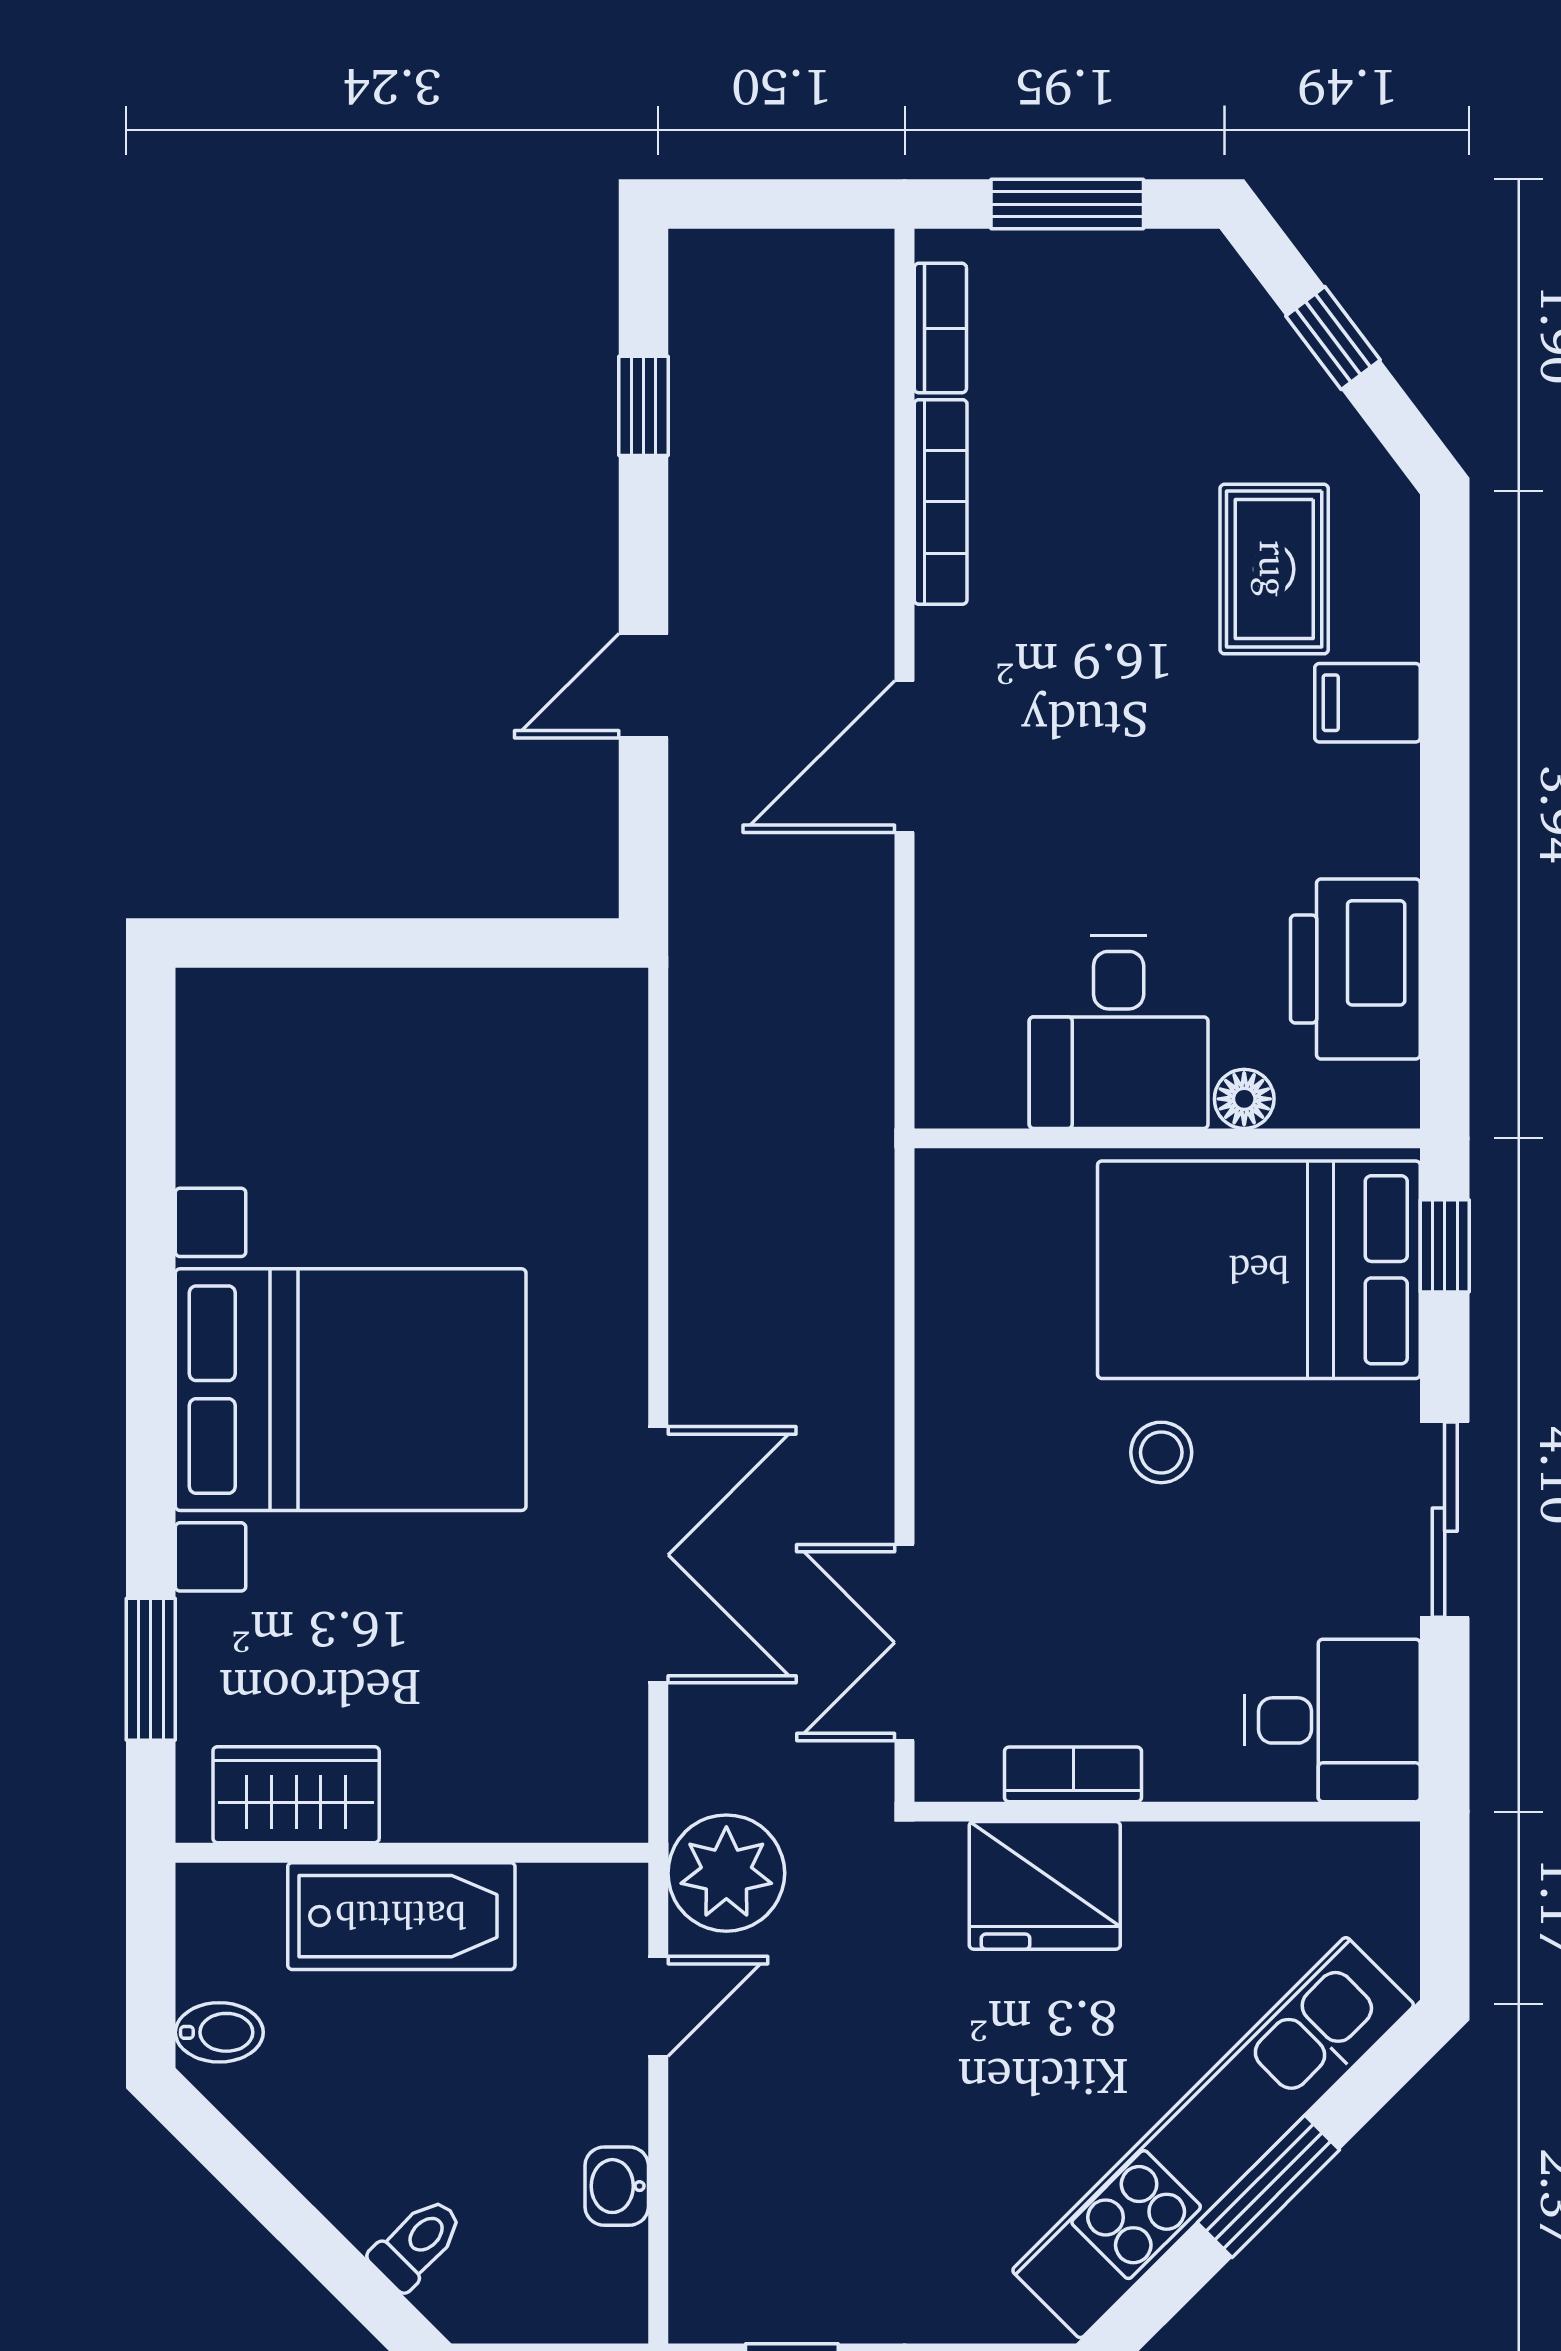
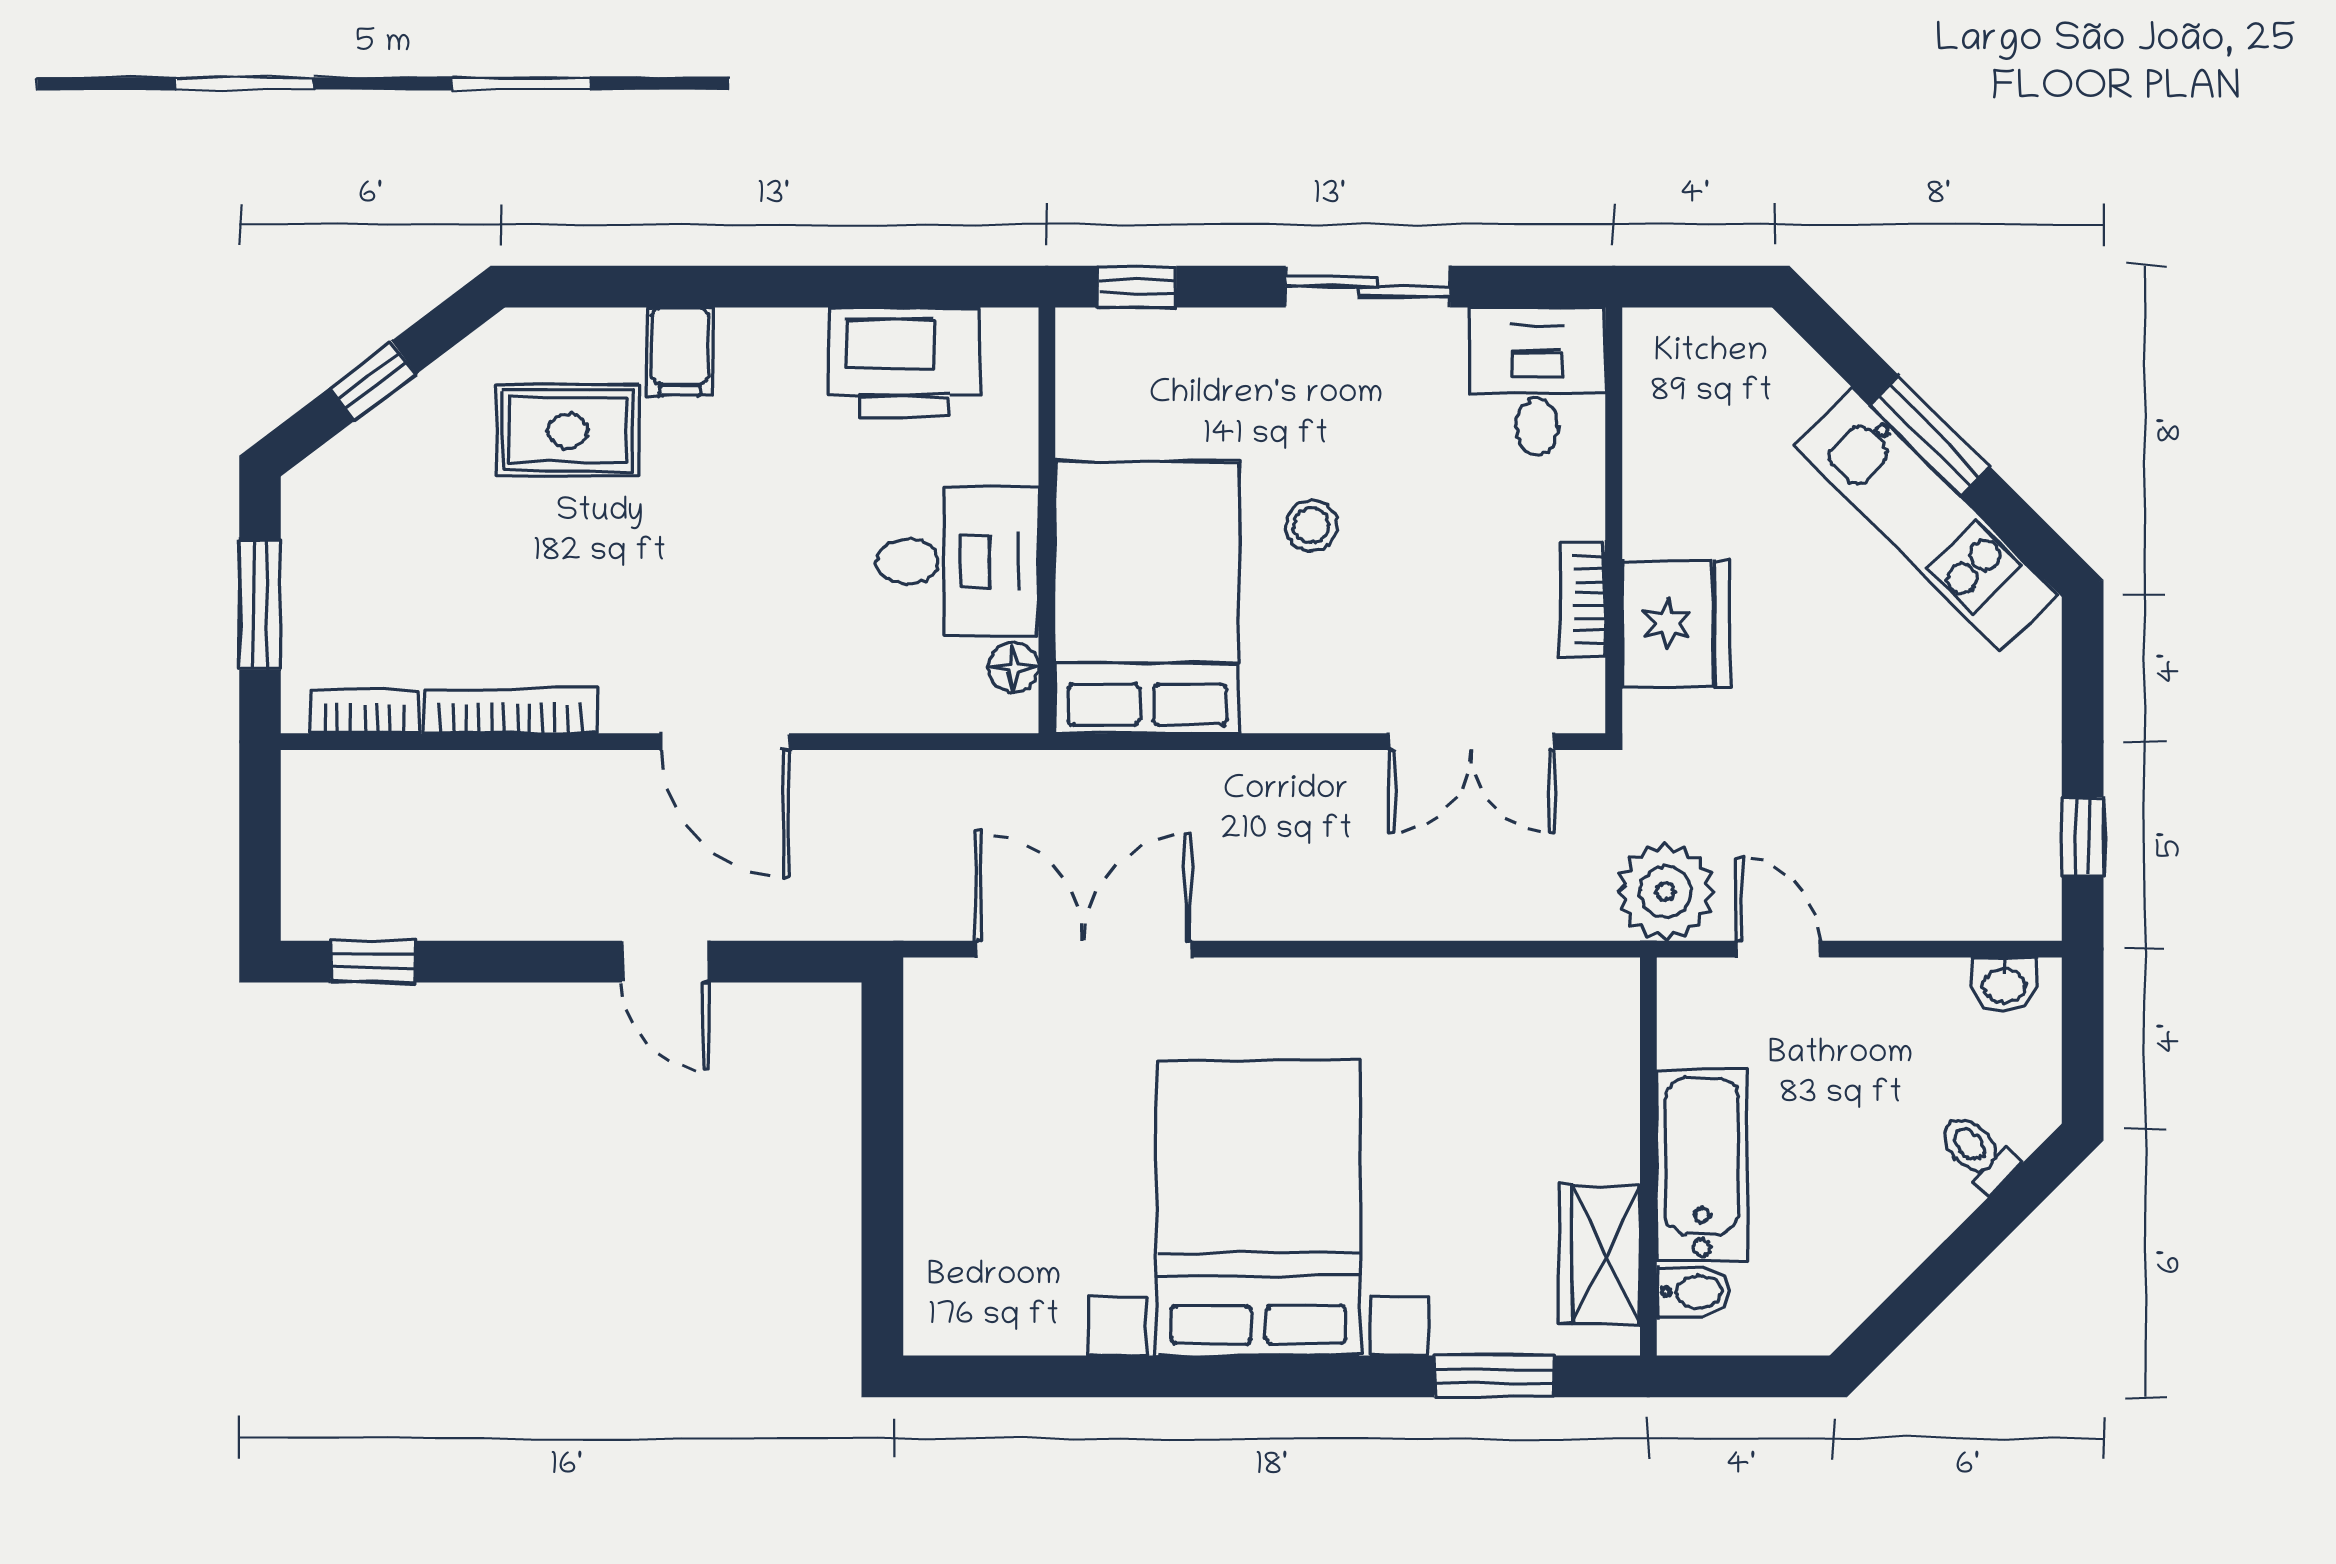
window: (643, 406) -> (373, 962), moved
floor lamp: (1244, 1099) -> (1014, 667), moved
bed: (1259, 1270) -> (1147, 598), moved, turned 180
double door: (658, 1555) -> (1083, 949), moved
bidet: (219, 2032) -> (1694, 1292), moved, turned 90
kitchen unit: (1213, 2138) -> (1926, 519), width x0.73
washbasin: (617, 2186) -> (2004, 984), moved

